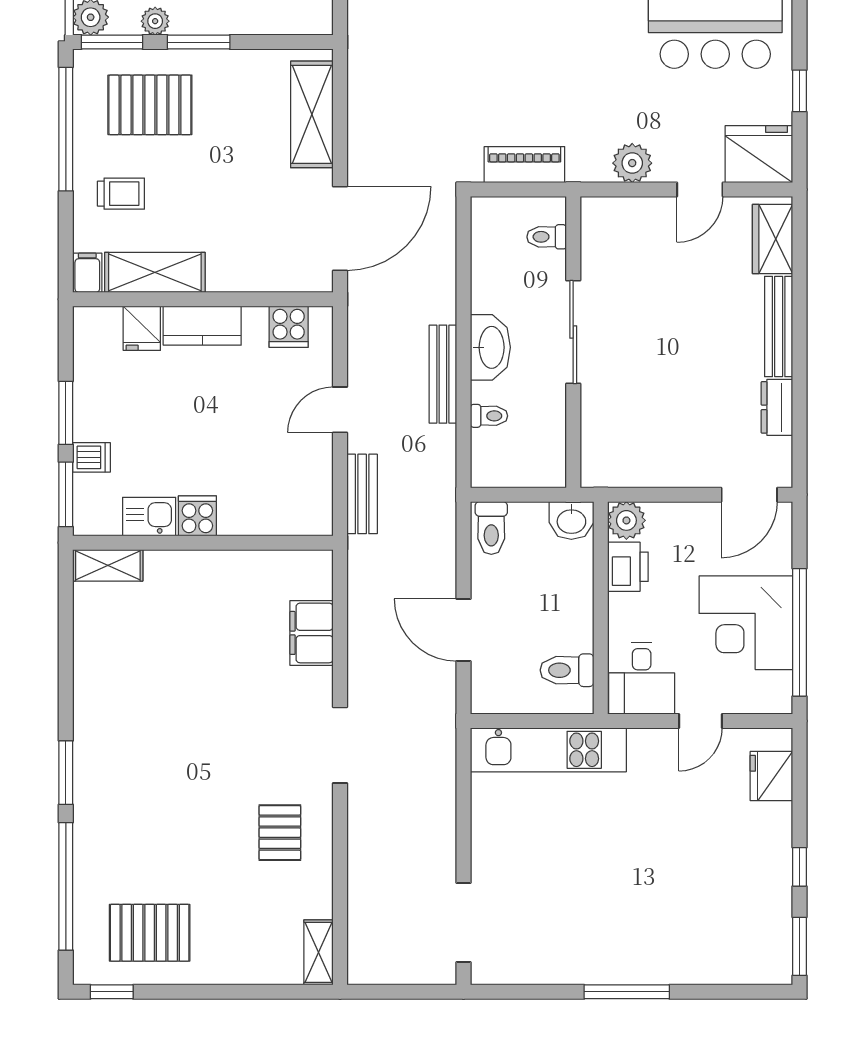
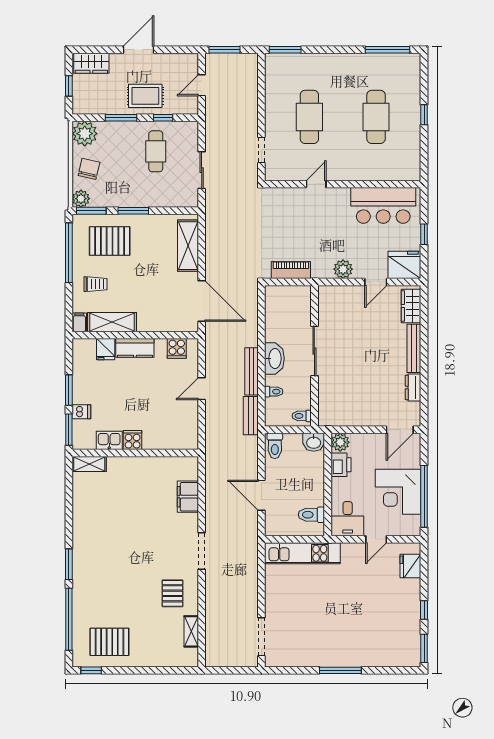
plant: (155, 21) -> (112, 201), removed
door: (340, 229) -> (202, 301), hinge flipped
toilet: (547, 237) -> (302, 416), moved
bench: (362, 494) -> (251, 416), moved
shelving: (319, 952) -> (191, 631), moved

